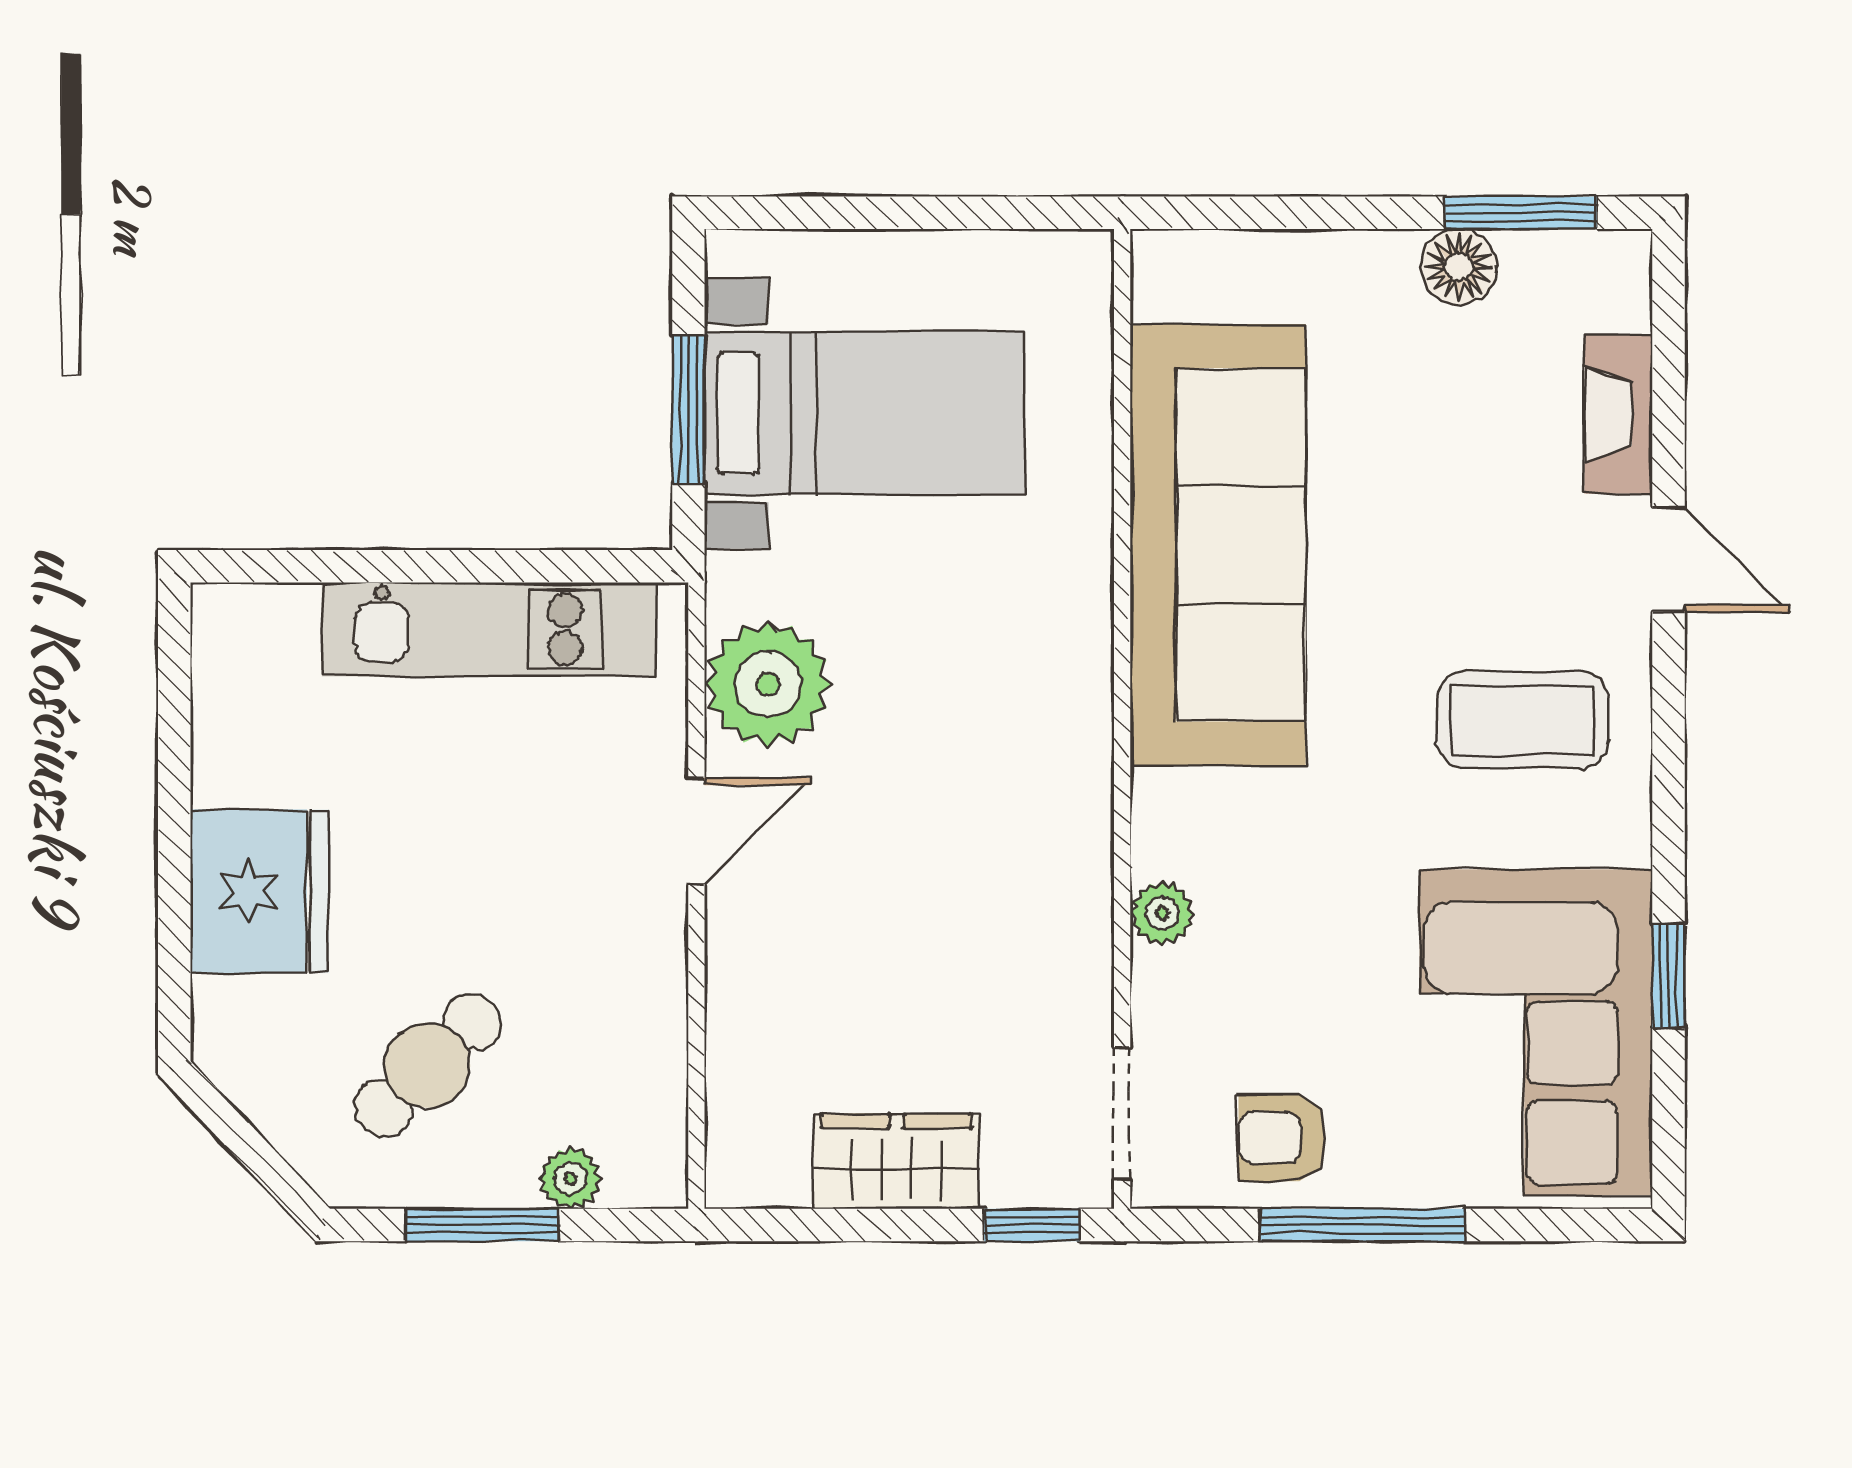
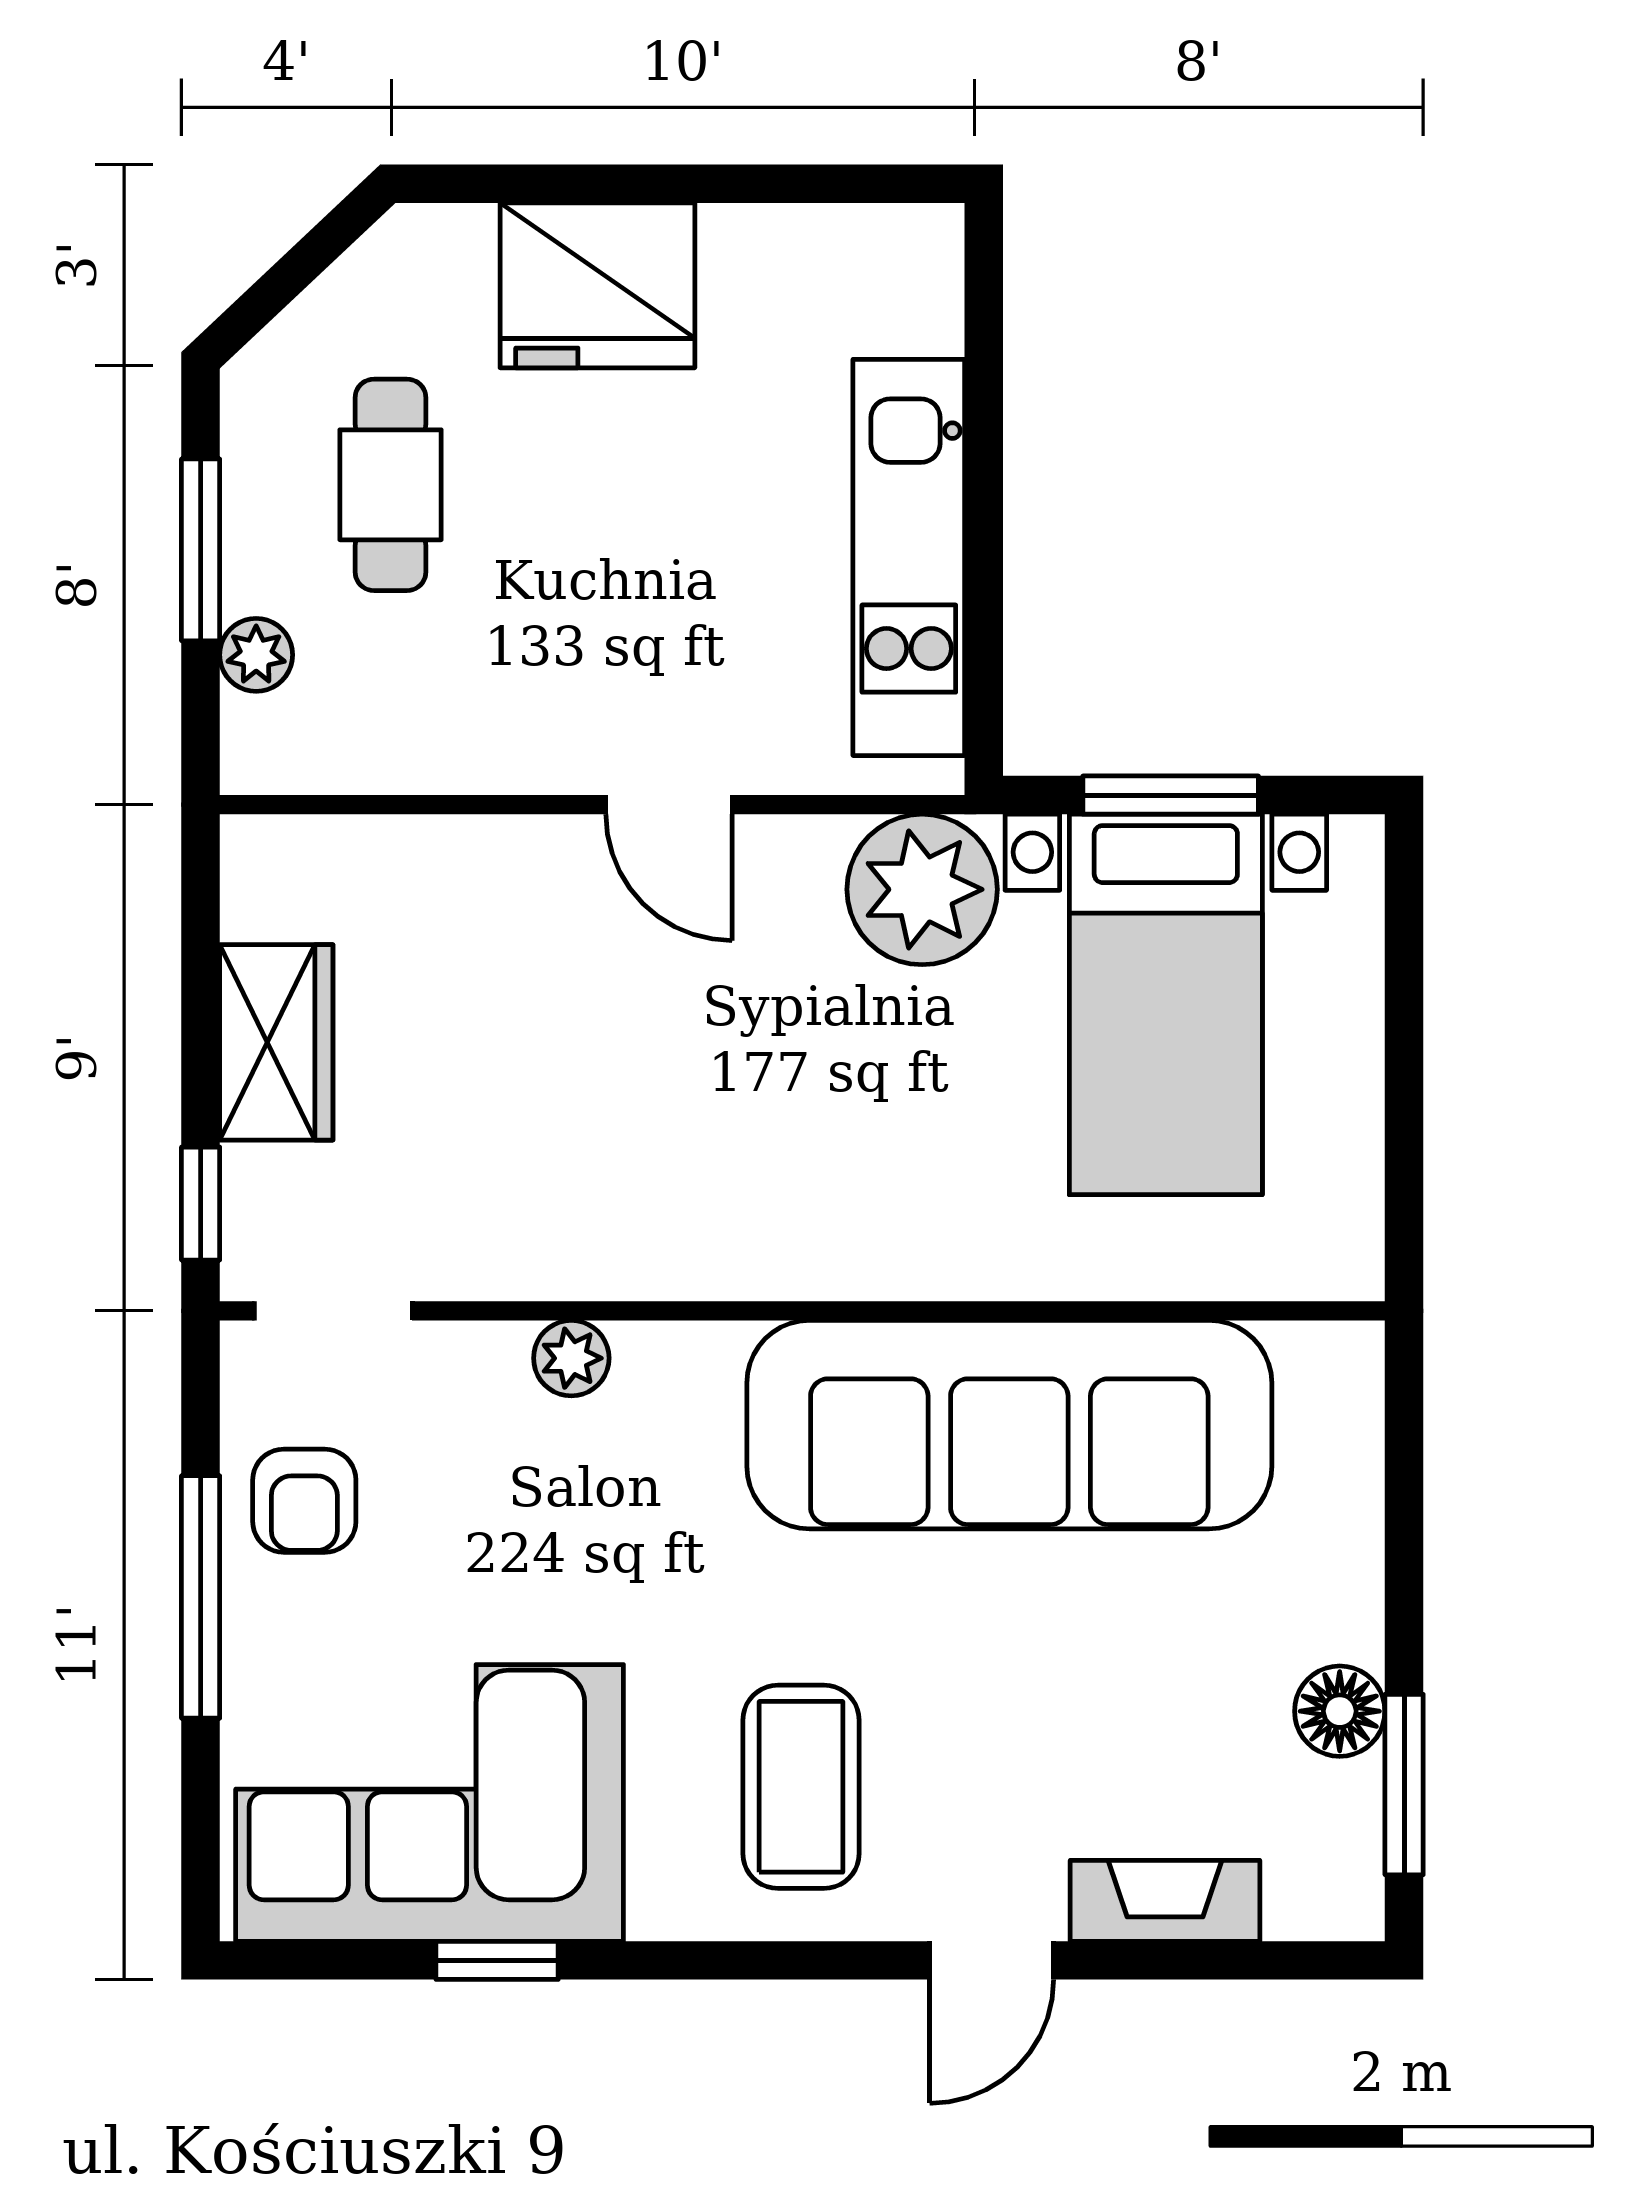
plant: (768, 684) -> (922, 889), moved
cafe table: (428, 1065) -> (391, 485), turned 44
armchair: (1282, 1138) -> (304, 1501), turned 180

